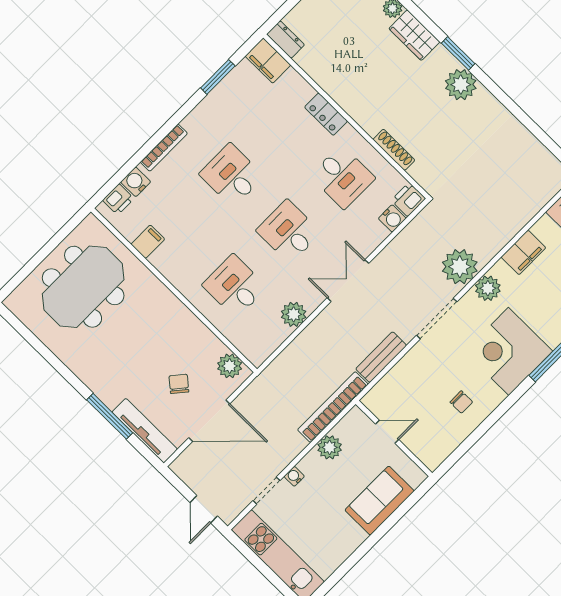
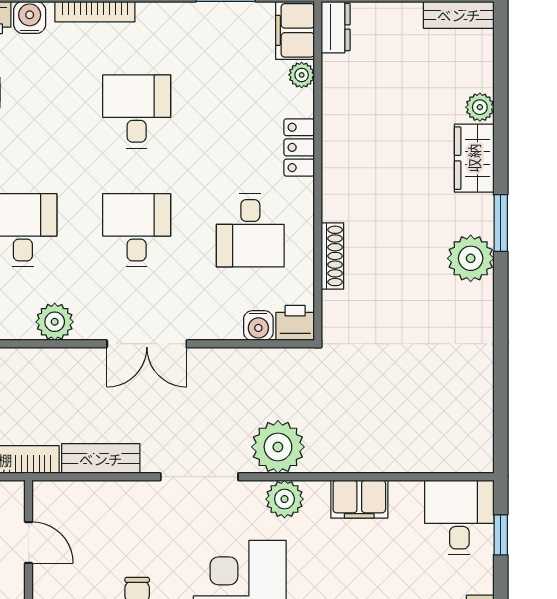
plant: (292, 79) -> (302, 75), added
double door: (348, 281) -> (147, 344), swing flipped

